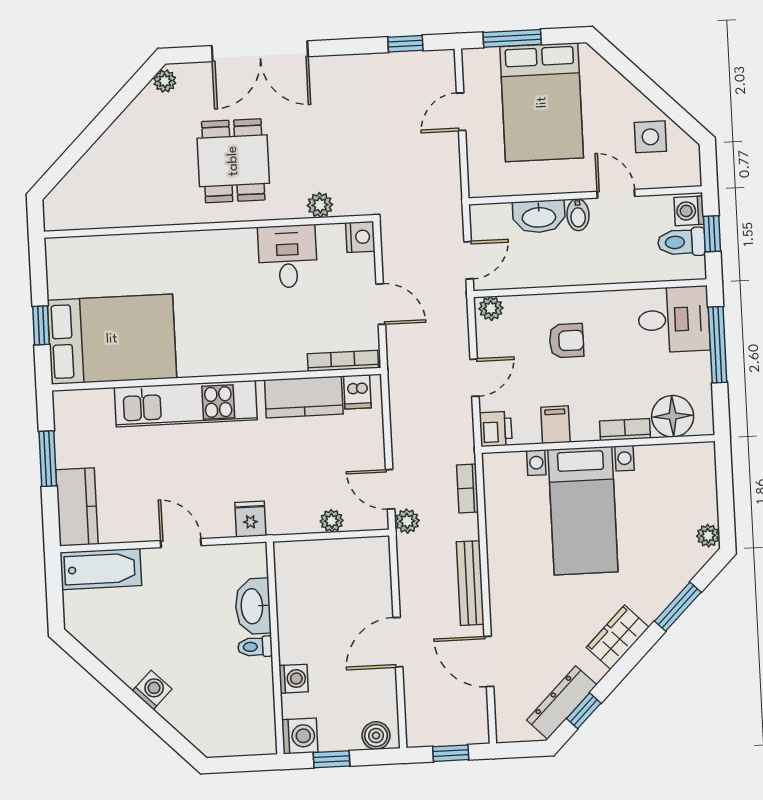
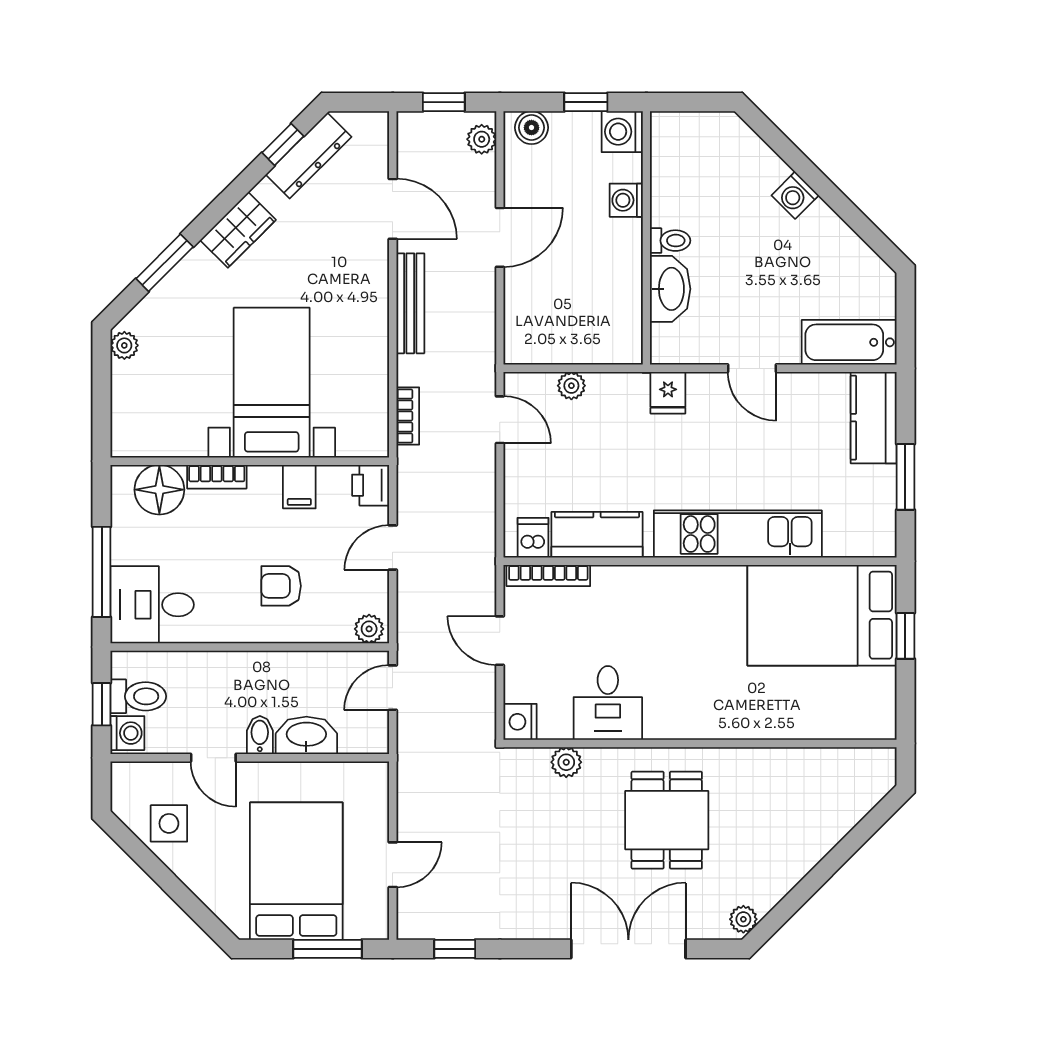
plant: (407, 521) -> (482, 139), moved

